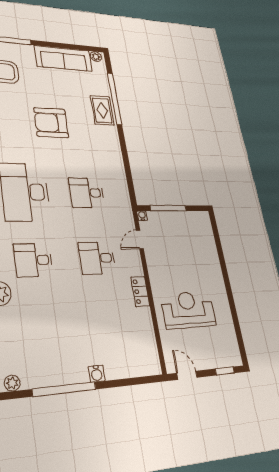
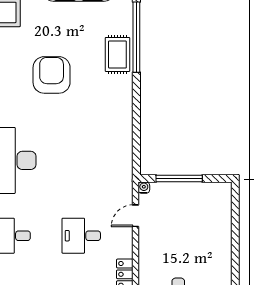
armchair: (51, 123) -> (52, 75), turned 90
desk: (87, 193) -> (81, 160), removed

